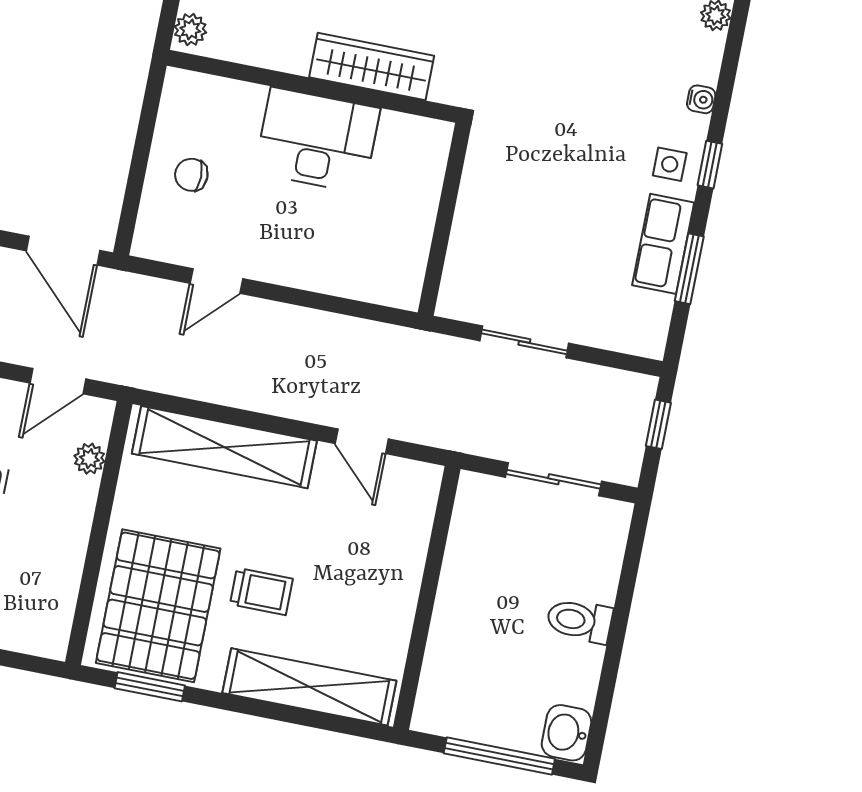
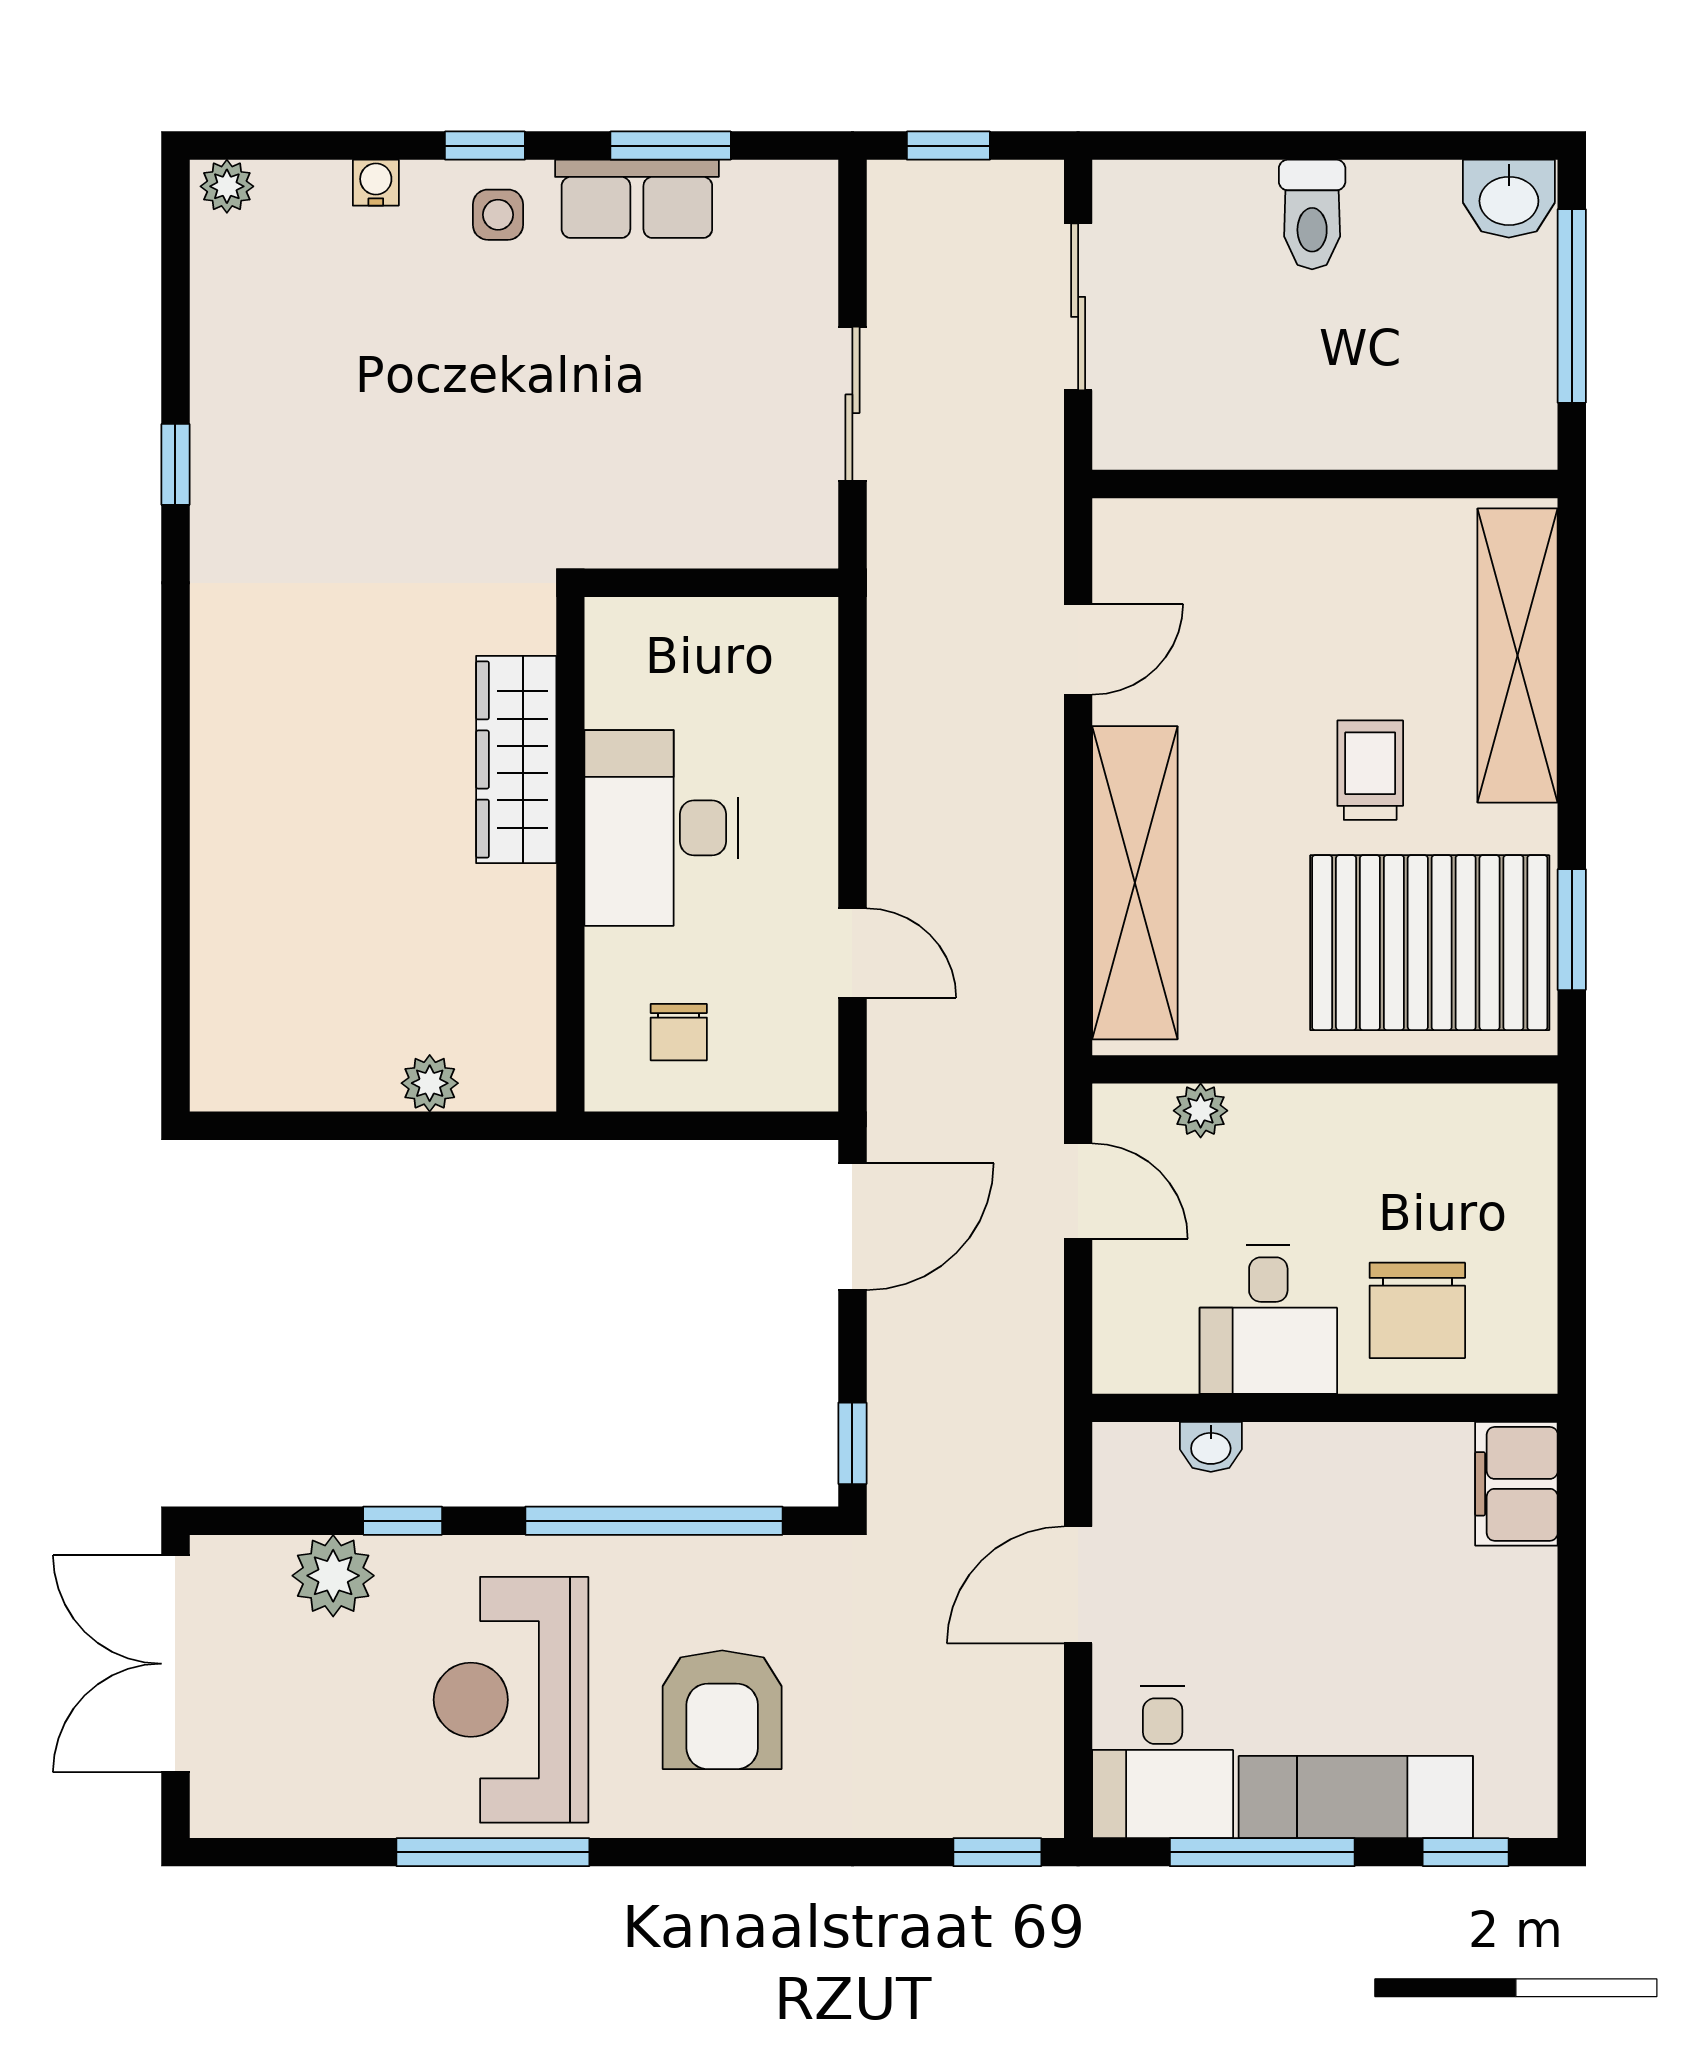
wardrobe: (372, 67) -> (516, 760), moved
wall: (312, 86) -> (570, 854), moved
desk: (317, 140) -> (661, 828), moved

